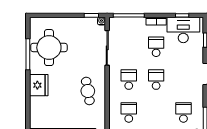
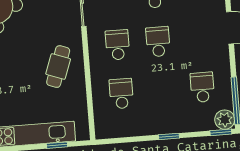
cafe table: (88, 91) -> (58, 67), turned 30

